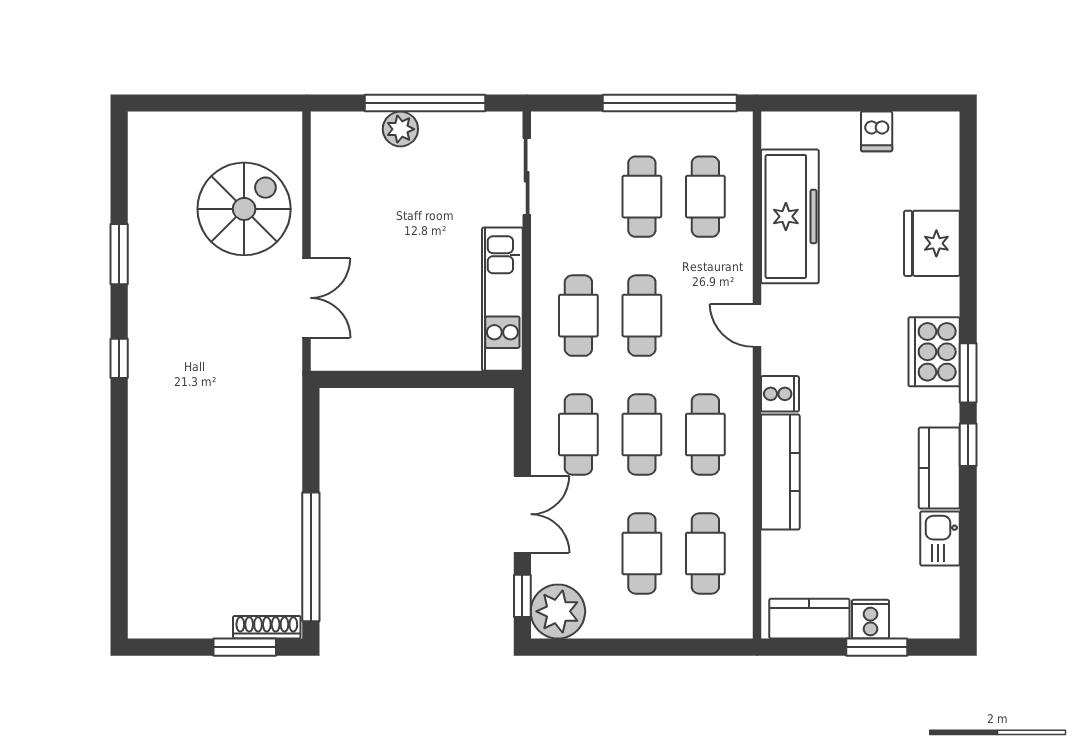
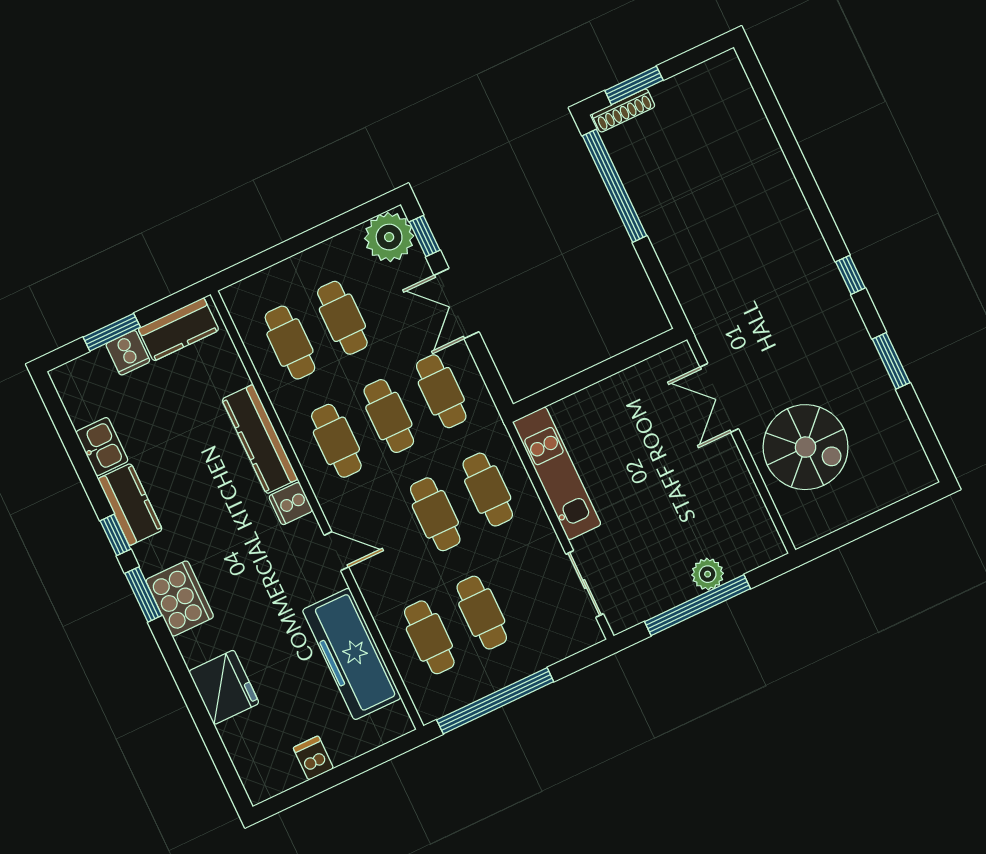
spiral stairs: (244, 209) -> (806, 447), turned -90

